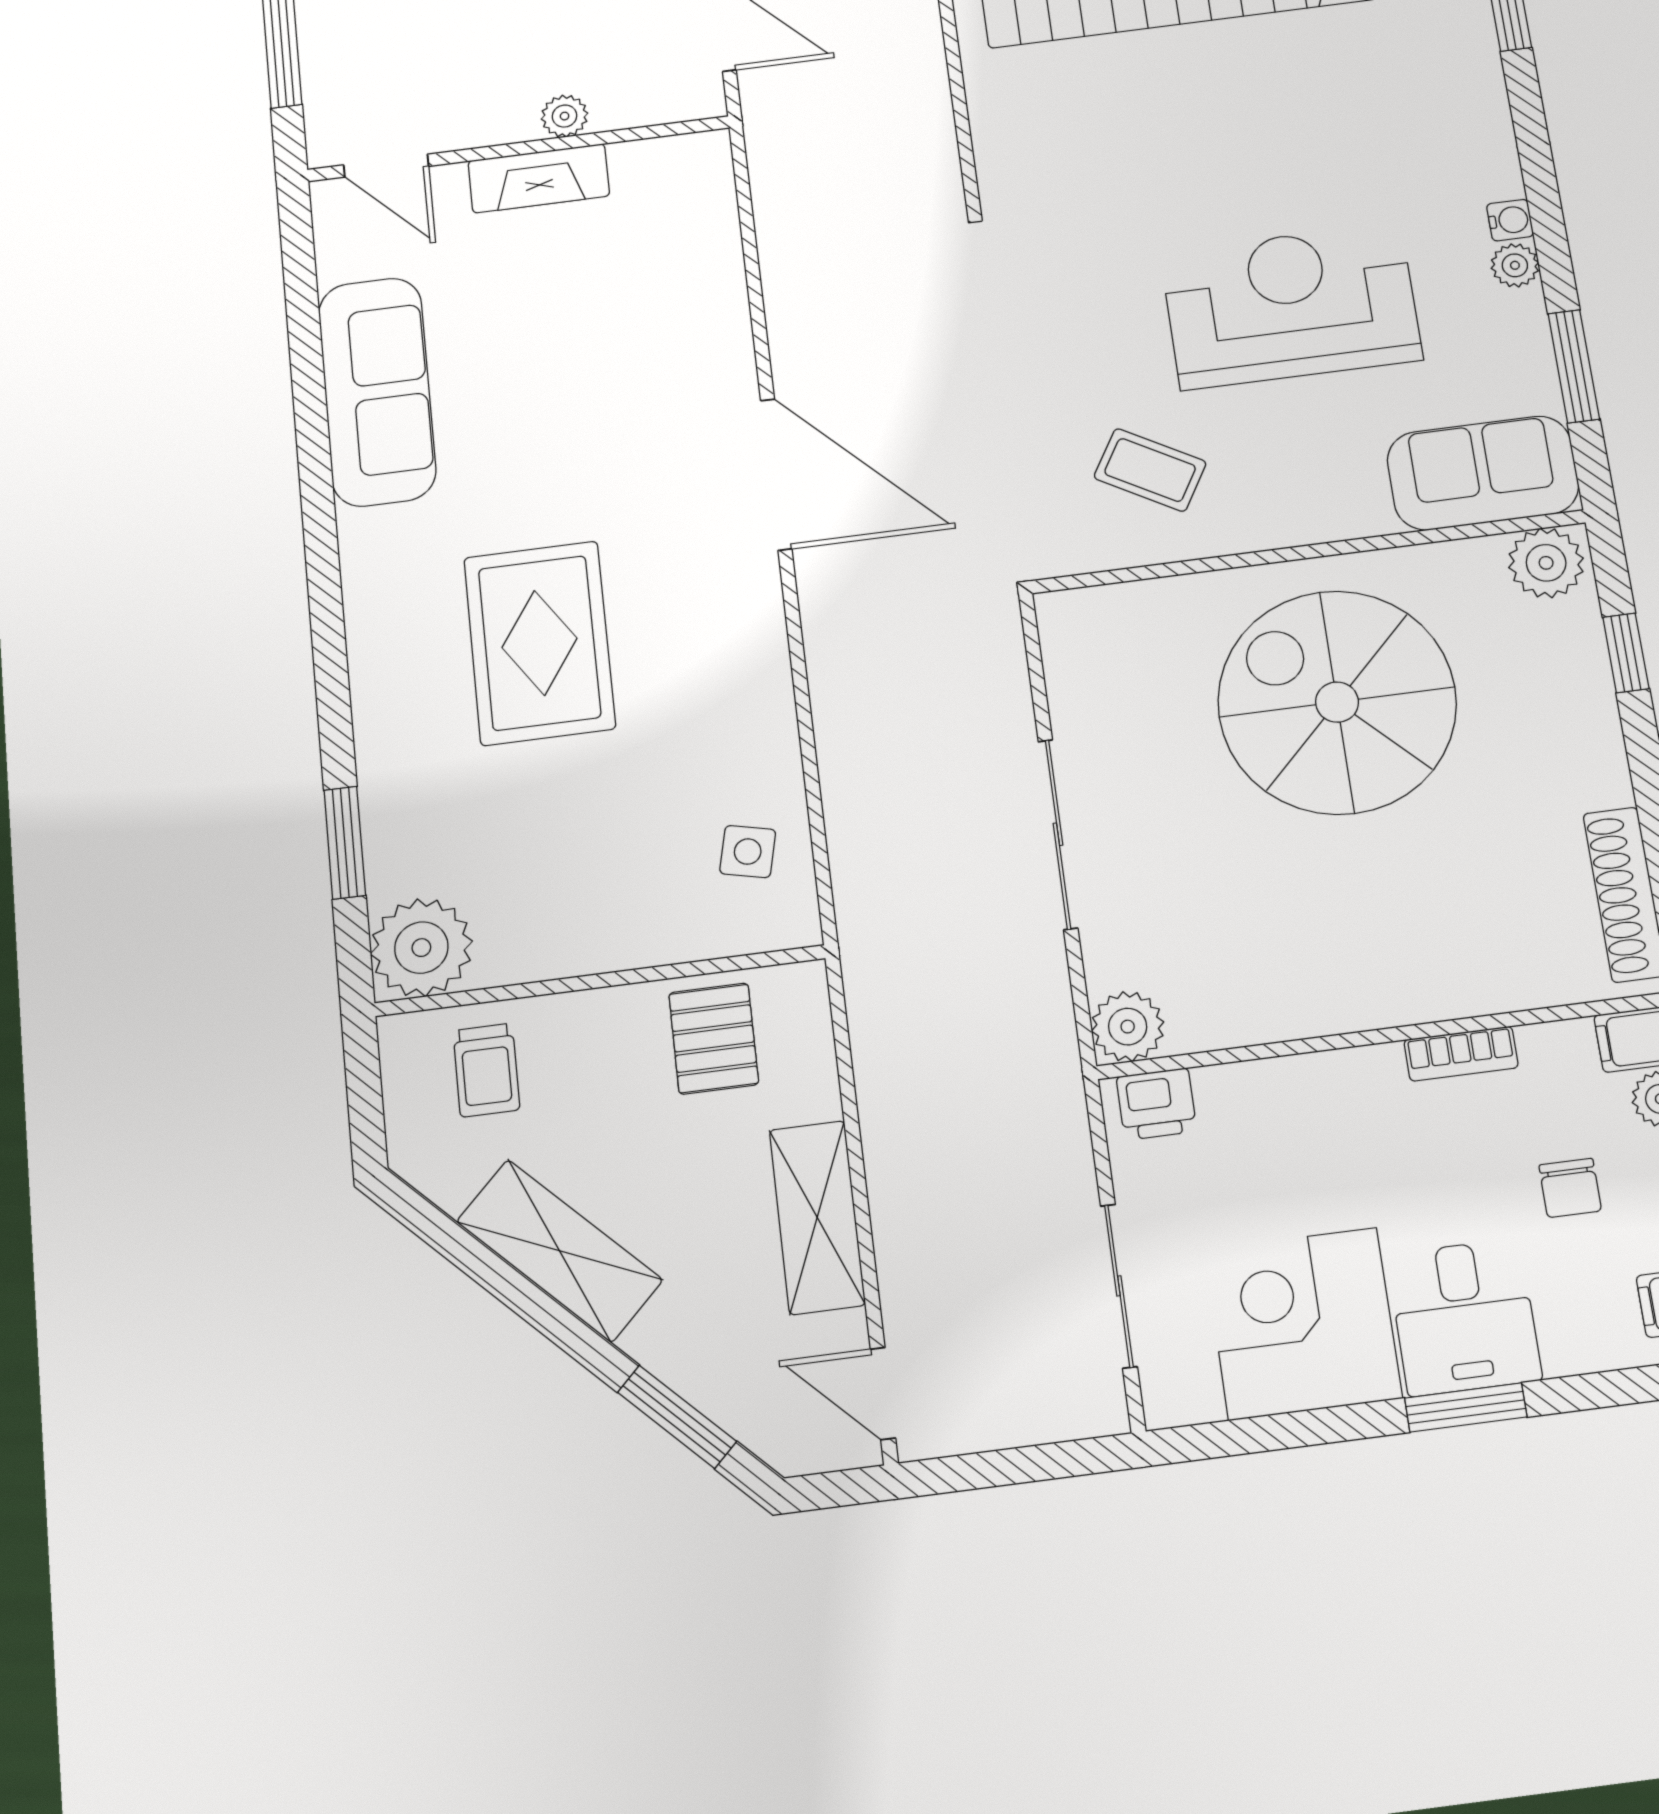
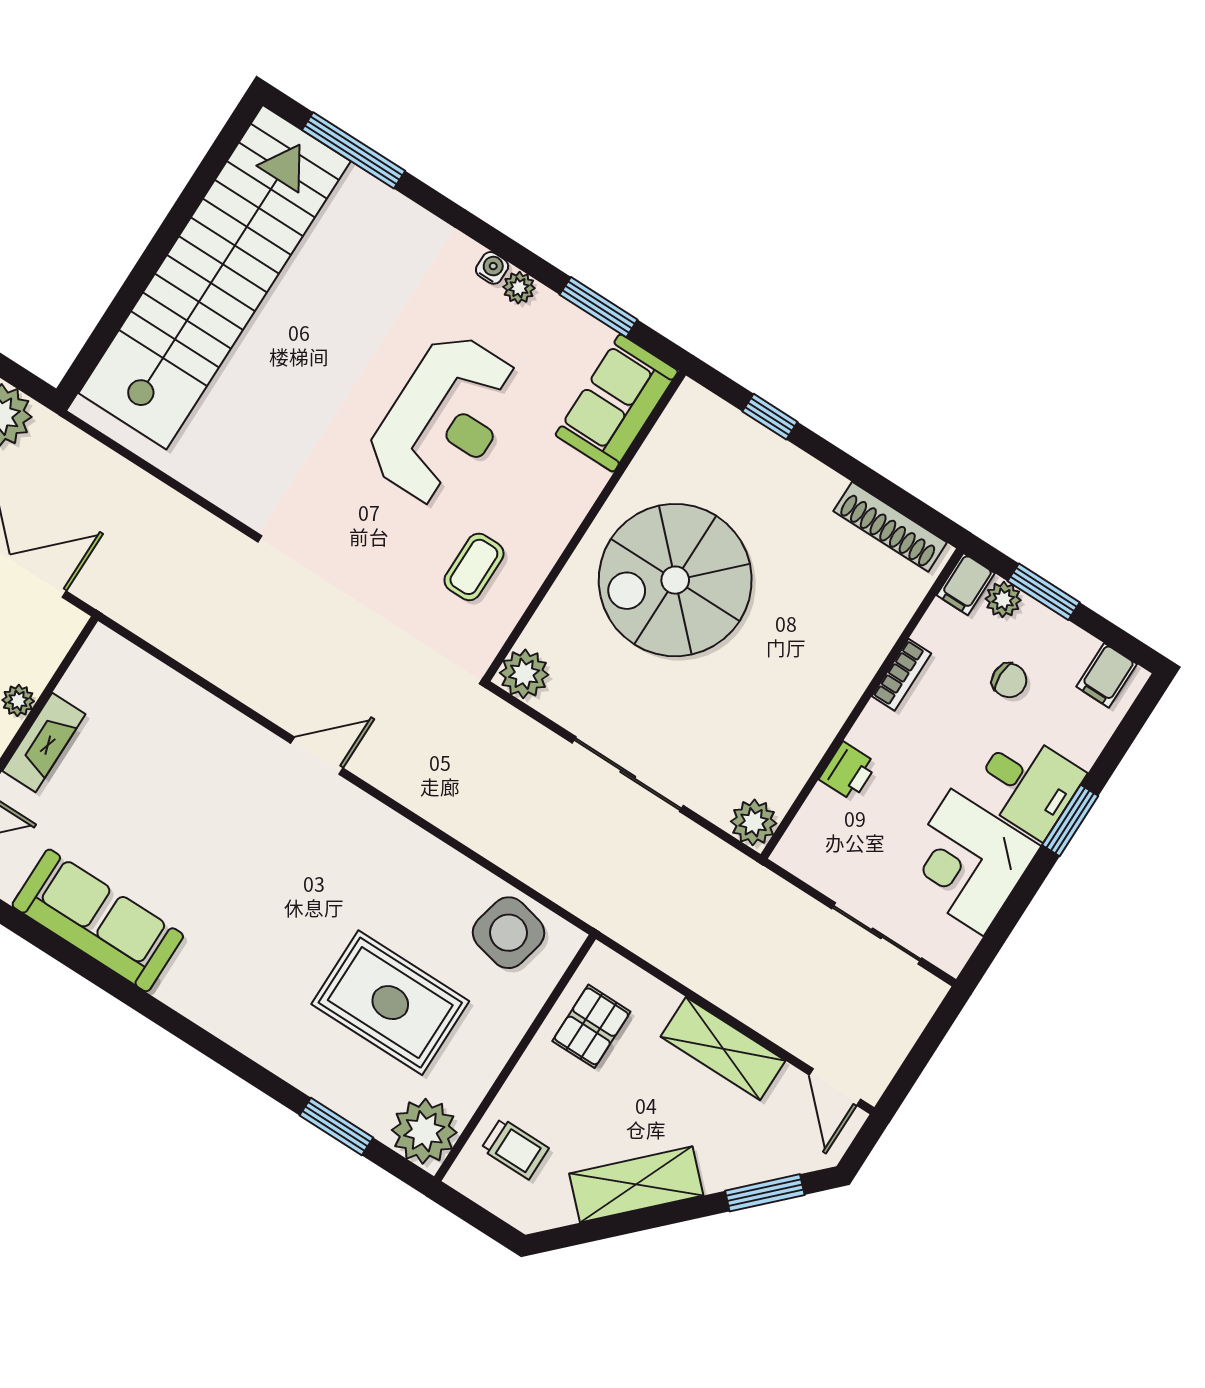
reception desk: (1291, 306) -> (445, 420), turned 180
coffee table: (1150, 470) -> (474, 567), turned -30
door: (776, 474) -> (317, 756), width x0.53
plant: (1546, 563) -> (524, 674), moved
rug: (539, 643) -> (390, 1003), moved
side table: (748, 852) -> (509, 933), width x1.87, depth x1.87
pallet: (714, 1039) -> (591, 1026), turned 90
printer: (1156, 1104) -> (848, 771), moved
door: (883, 1393) -> (835, 1087), hinge flipped

